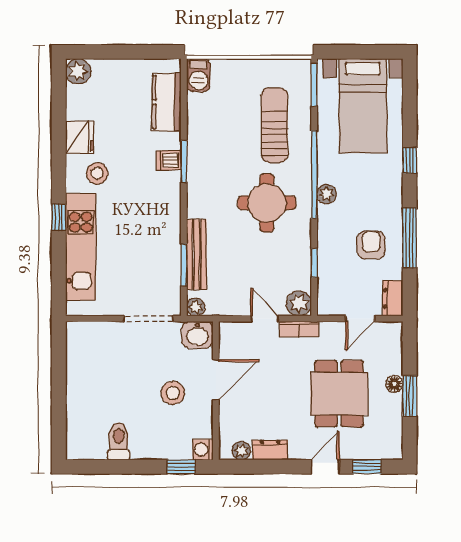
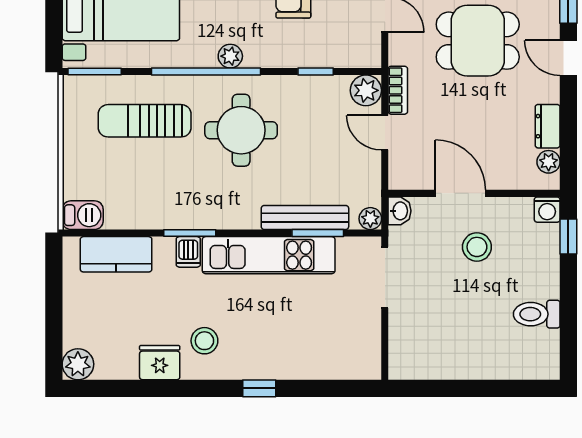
kitchen unit: (81, 247) -> (269, 255), moved, turned 180
door: (265, 319) -> (385, 133), hinge flipped
washbasin: (197, 335) -> (400, 211), width x0.72, depth x0.69

